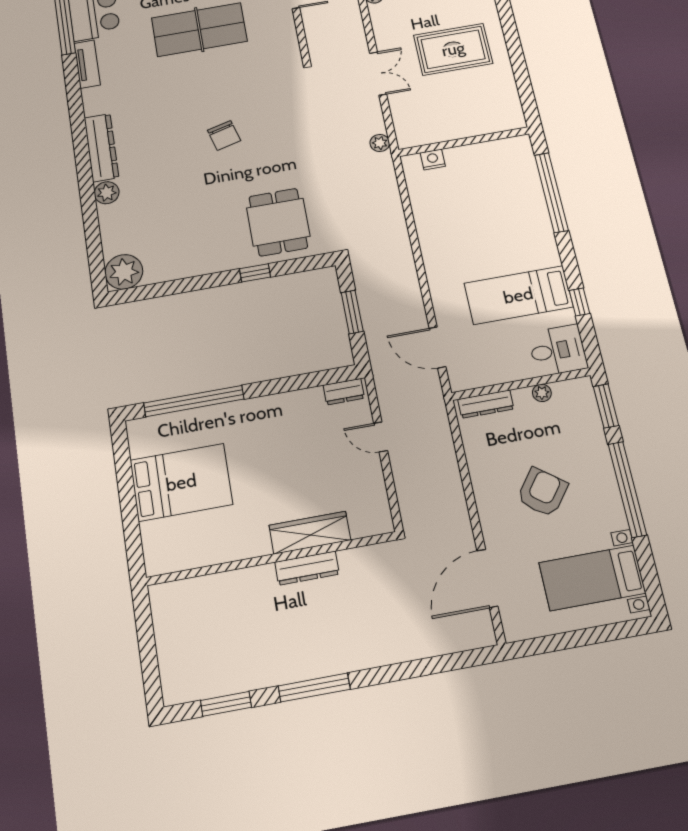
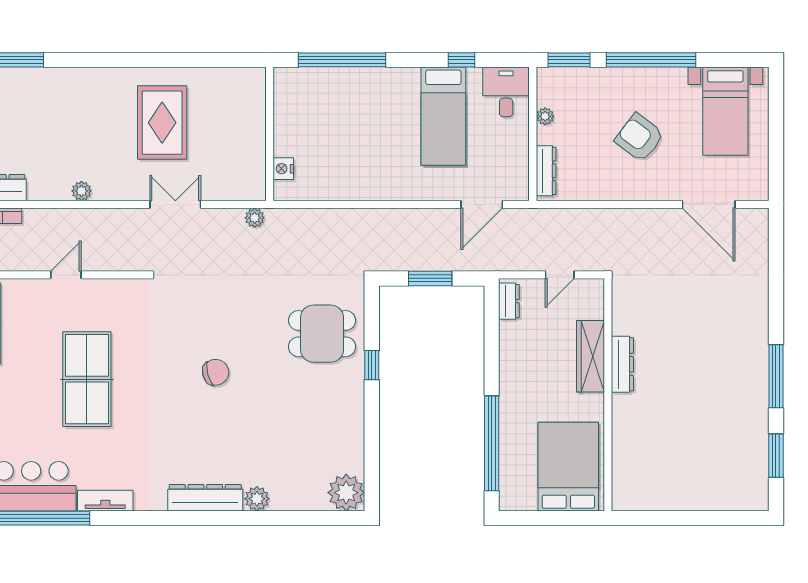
wardrobe: (310, 533) -> (591, 356), moved
wall: (272, 559) -> (608, 395), moved
dresser: (307, 568) -> (622, 364), moved

